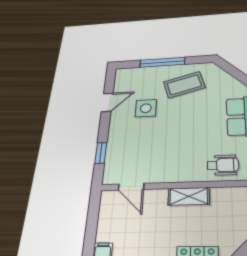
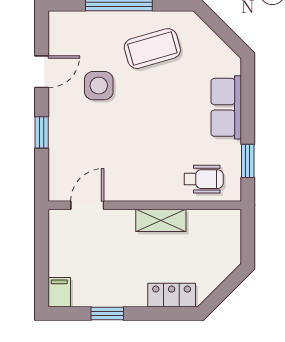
window: (101, 153) -> (42, 132), moved
door: (131, 187) -> (87, 205), swing flipped

